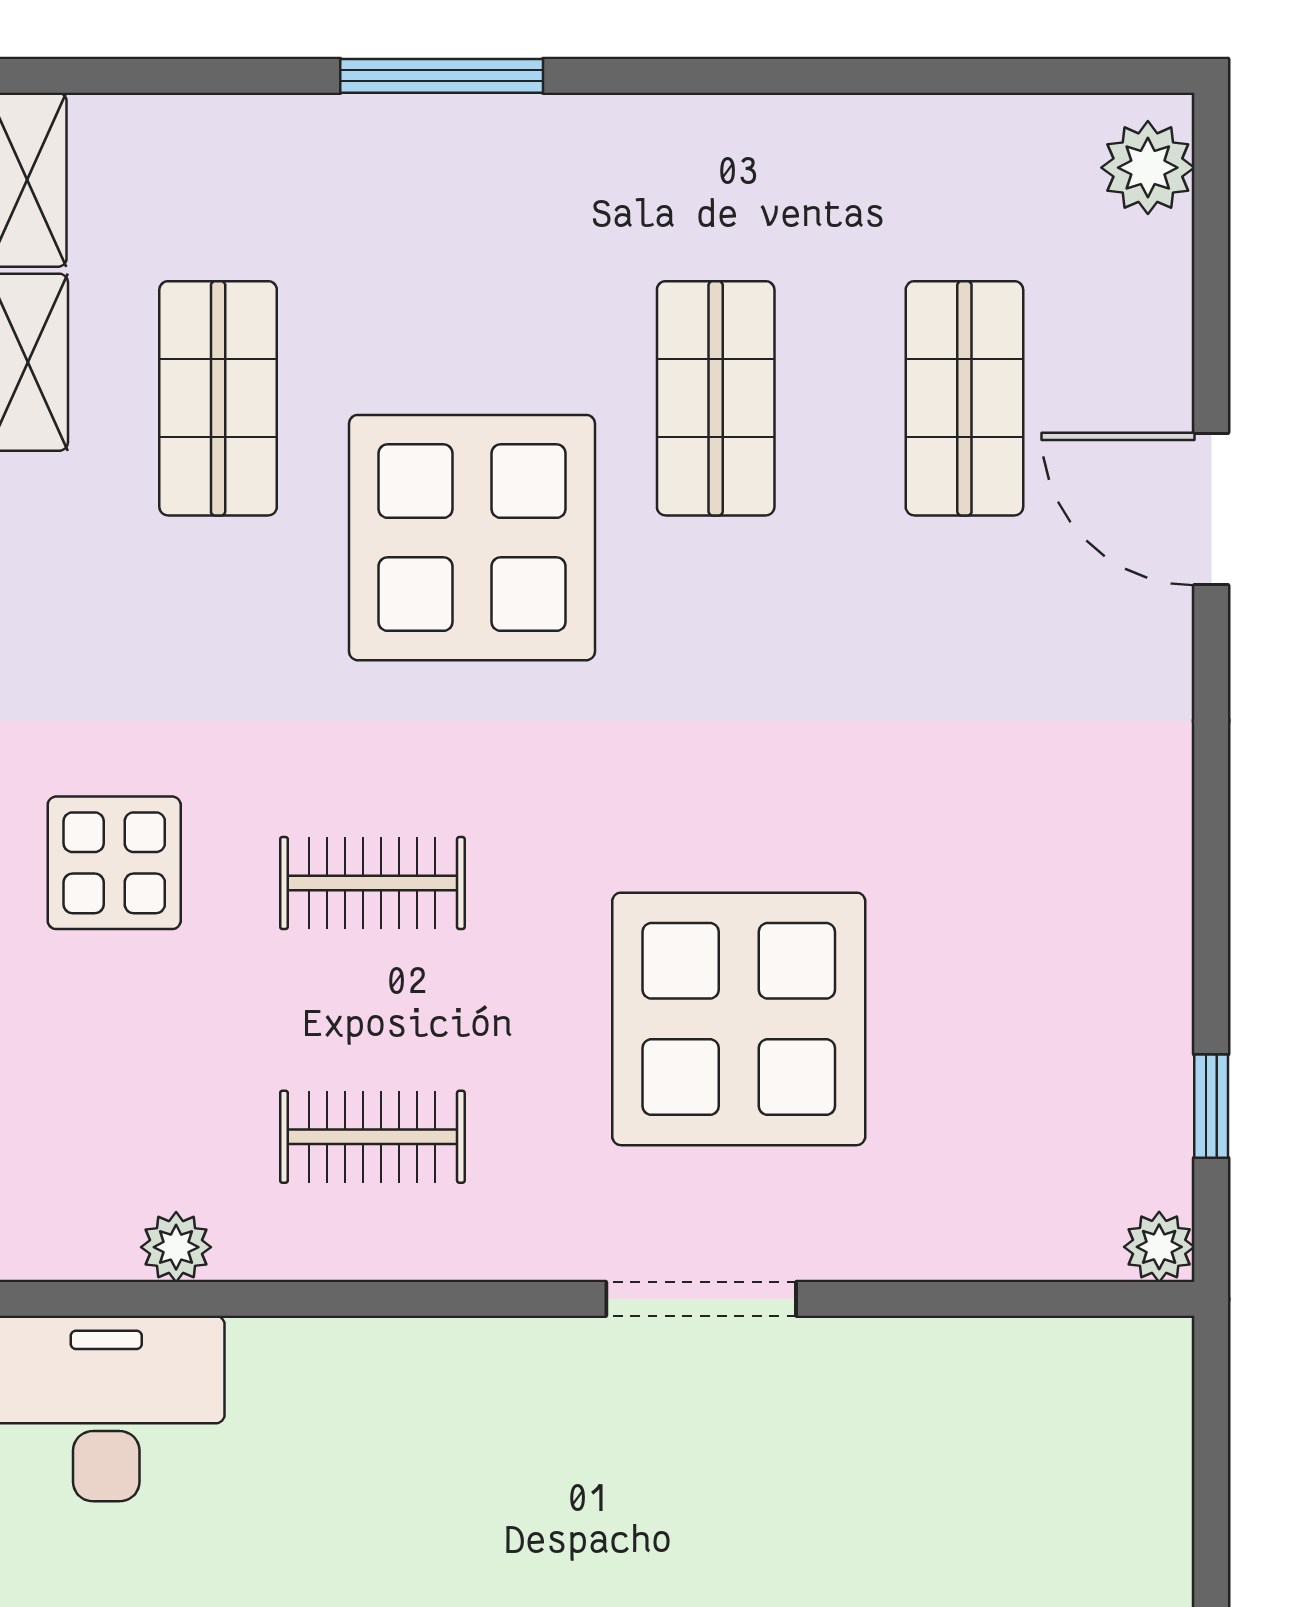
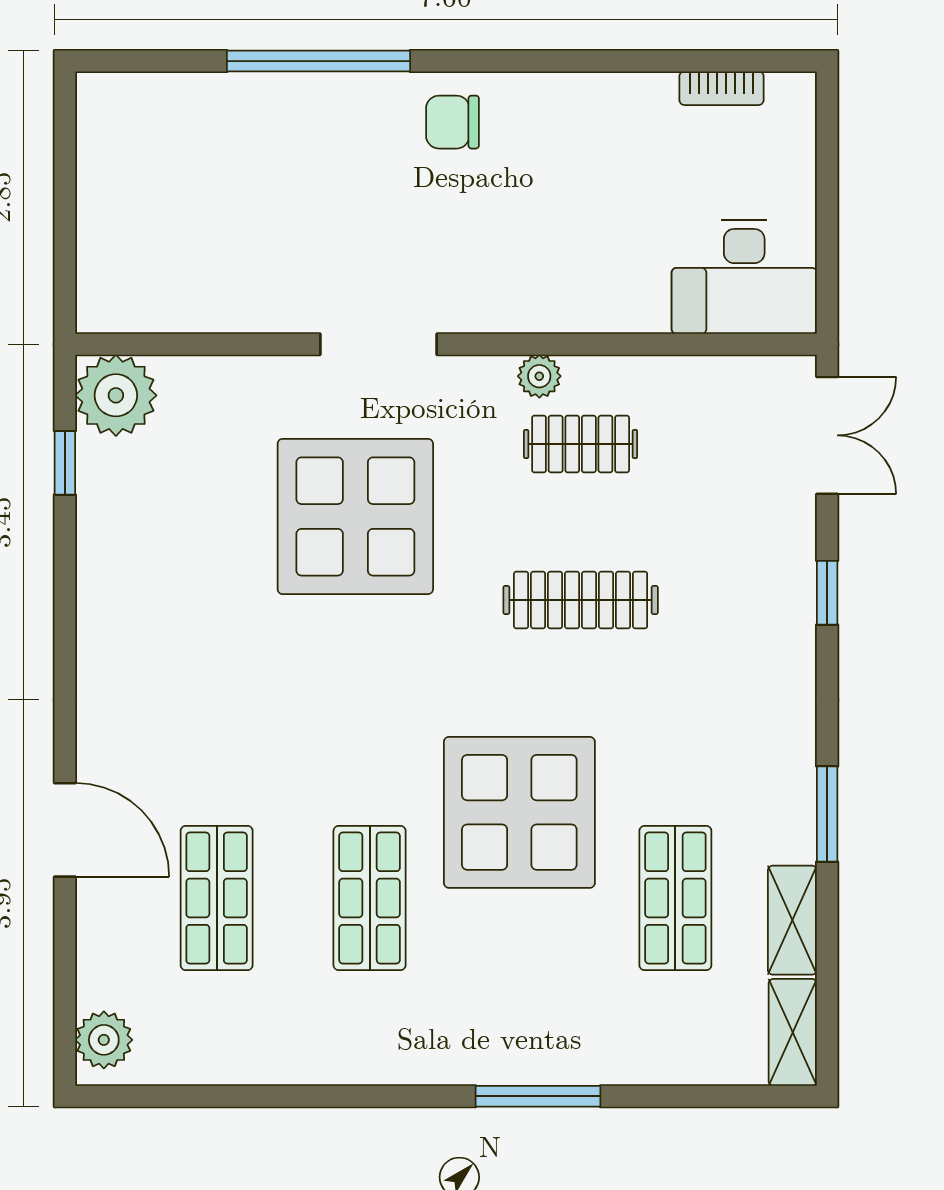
display table: (114, 863) -> (739, 612), removed
clothes rail: (372, 883) -> (581, 600), width x1.36
plant: (176, 1247) -> (539, 376), moved
plant: (1159, 1247) -> (116, 395), width x1.87, depth x1.87

